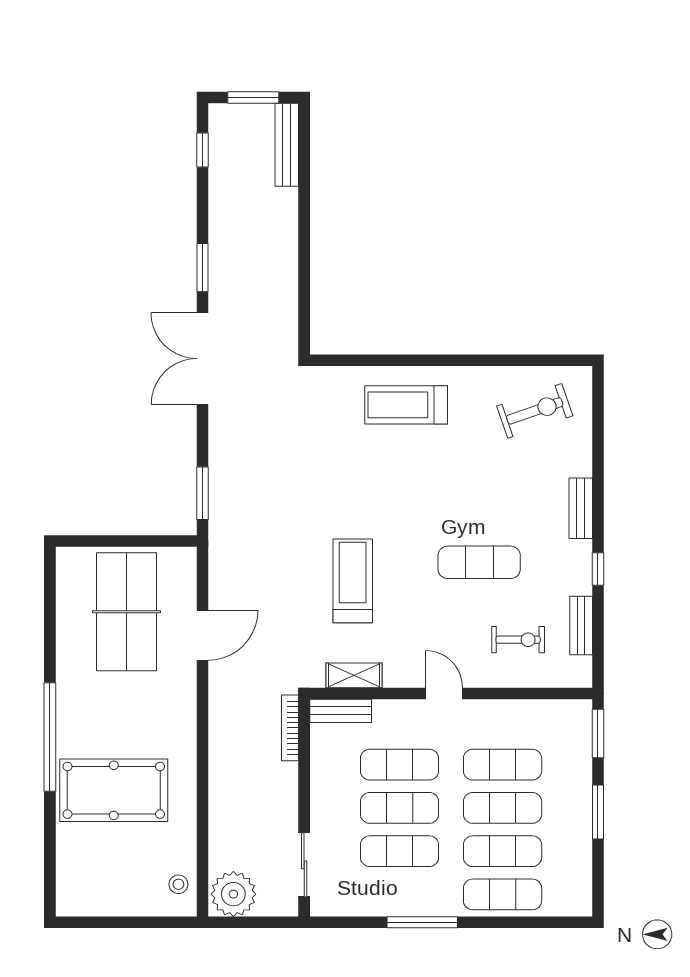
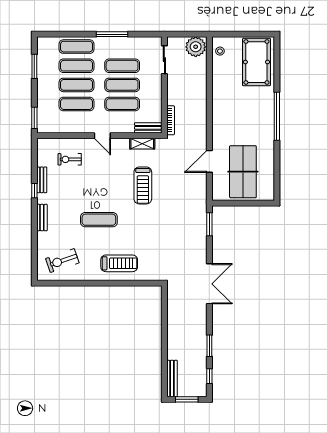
window: (202, 268) -> (209, 346), moved
exercise mat: (479, 562) -> (99, 220), moved
bench: (581, 626) -> (42, 180), moved
pool table: (114, 790) -> (256, 62), moved, turned 90
window: (598, 812) -> (34, 66), moved

